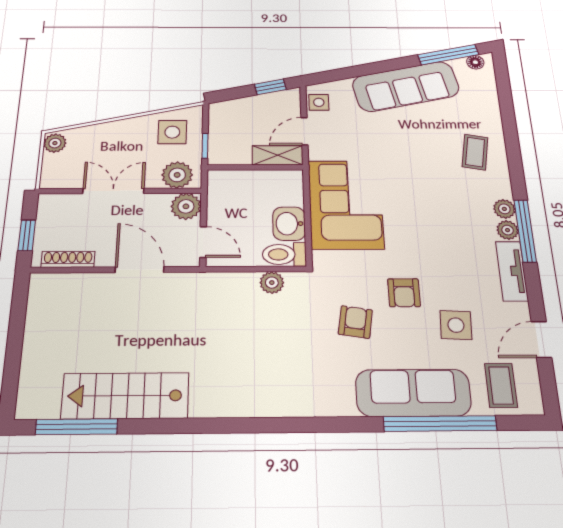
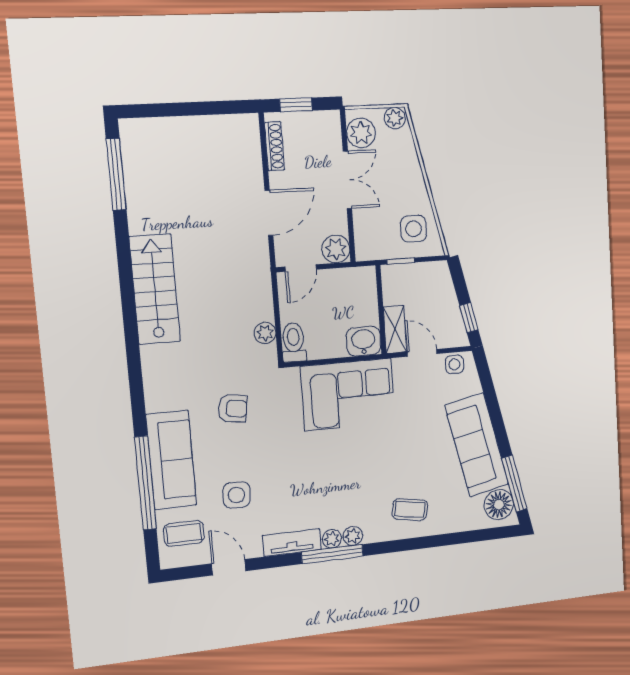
floor lamp: (475, 62) -> (499, 505), width x1.89, depth x1.89
plant: (177, 175) -> (361, 133), moved
washbasin: (289, 224) -> (363, 341), moved
armchair: (404, 293) -> (264, 449), removed
stairs: (125, 396) -> (155, 289), moved

